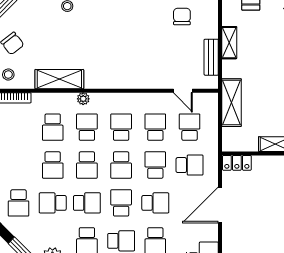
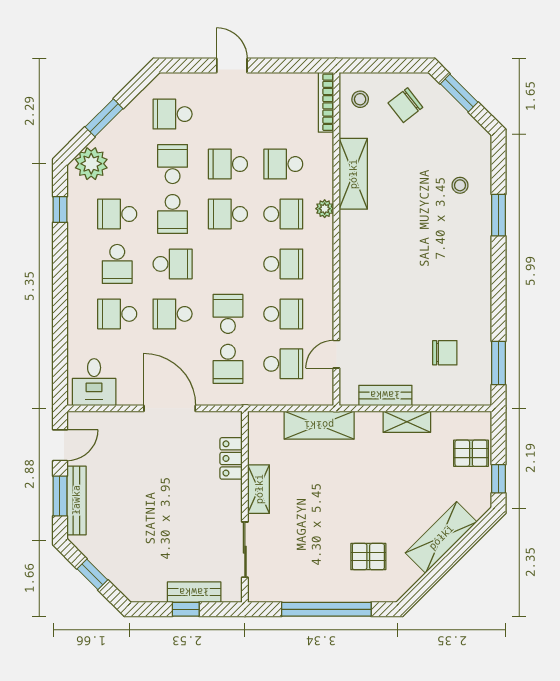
locker: (237, 163) -> (231, 458), moved
school desk: (121, 165) -> (228, 264), removed
school desk: (155, 165) -> (228, 314), turned -90
school desk: (155, 203) -> (173, 314), turned 90

